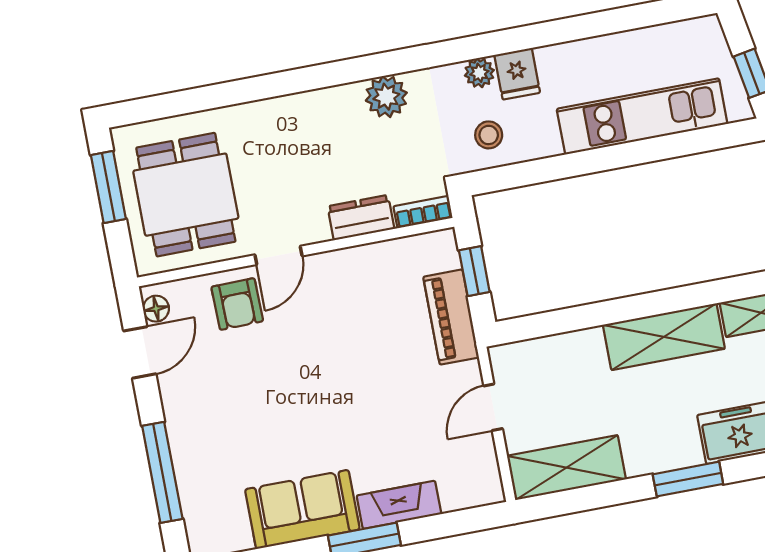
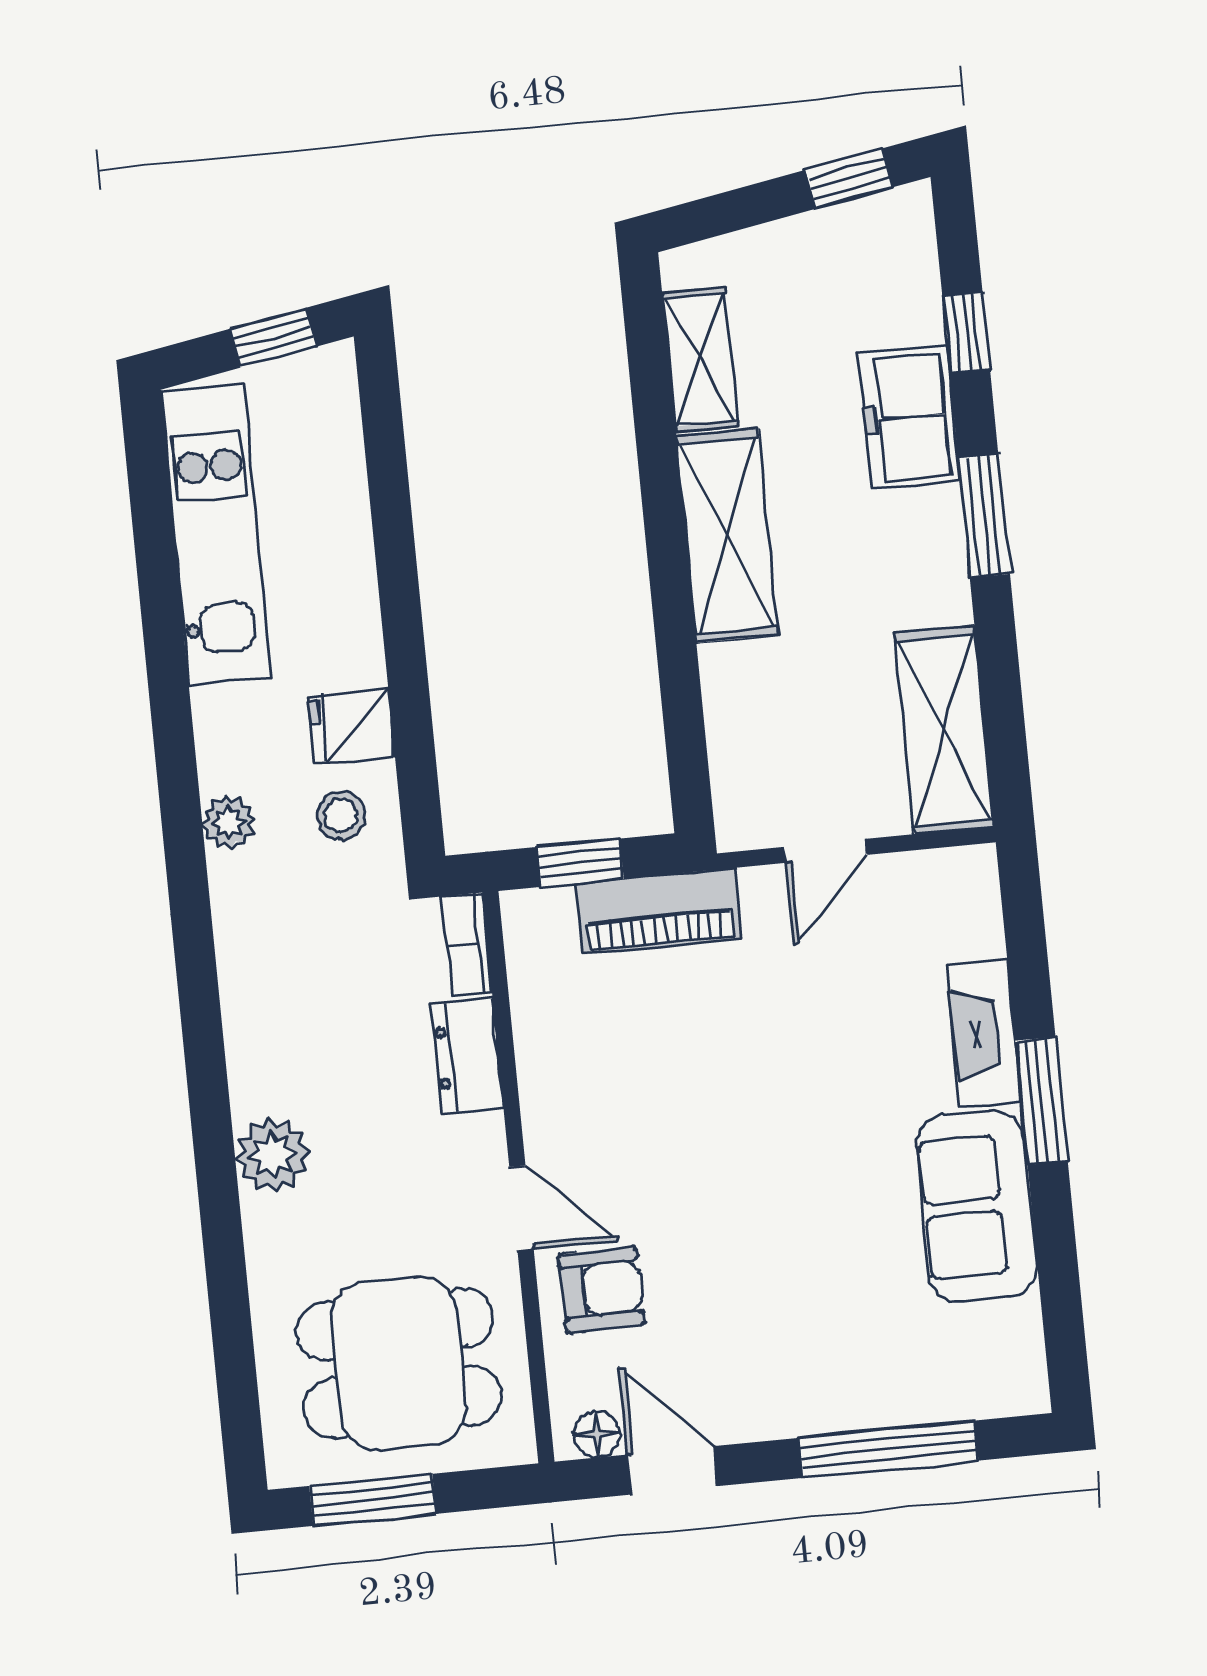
fridge: (517, 74) -> (351, 726), moved, turned 180
plant: (386, 97) -> (272, 1155), moved
kitchen unit: (642, 116) -> (216, 534), moved, turned 180
door: (493, 407) -> (825, 851), hinge flipped

